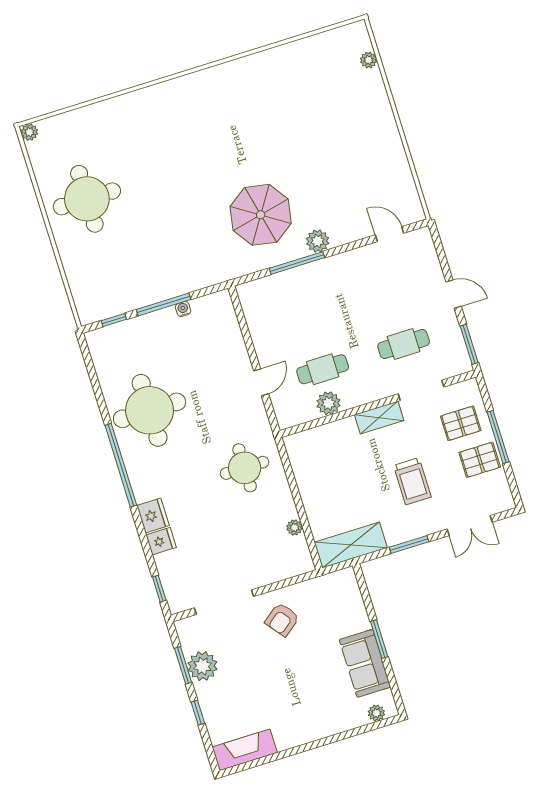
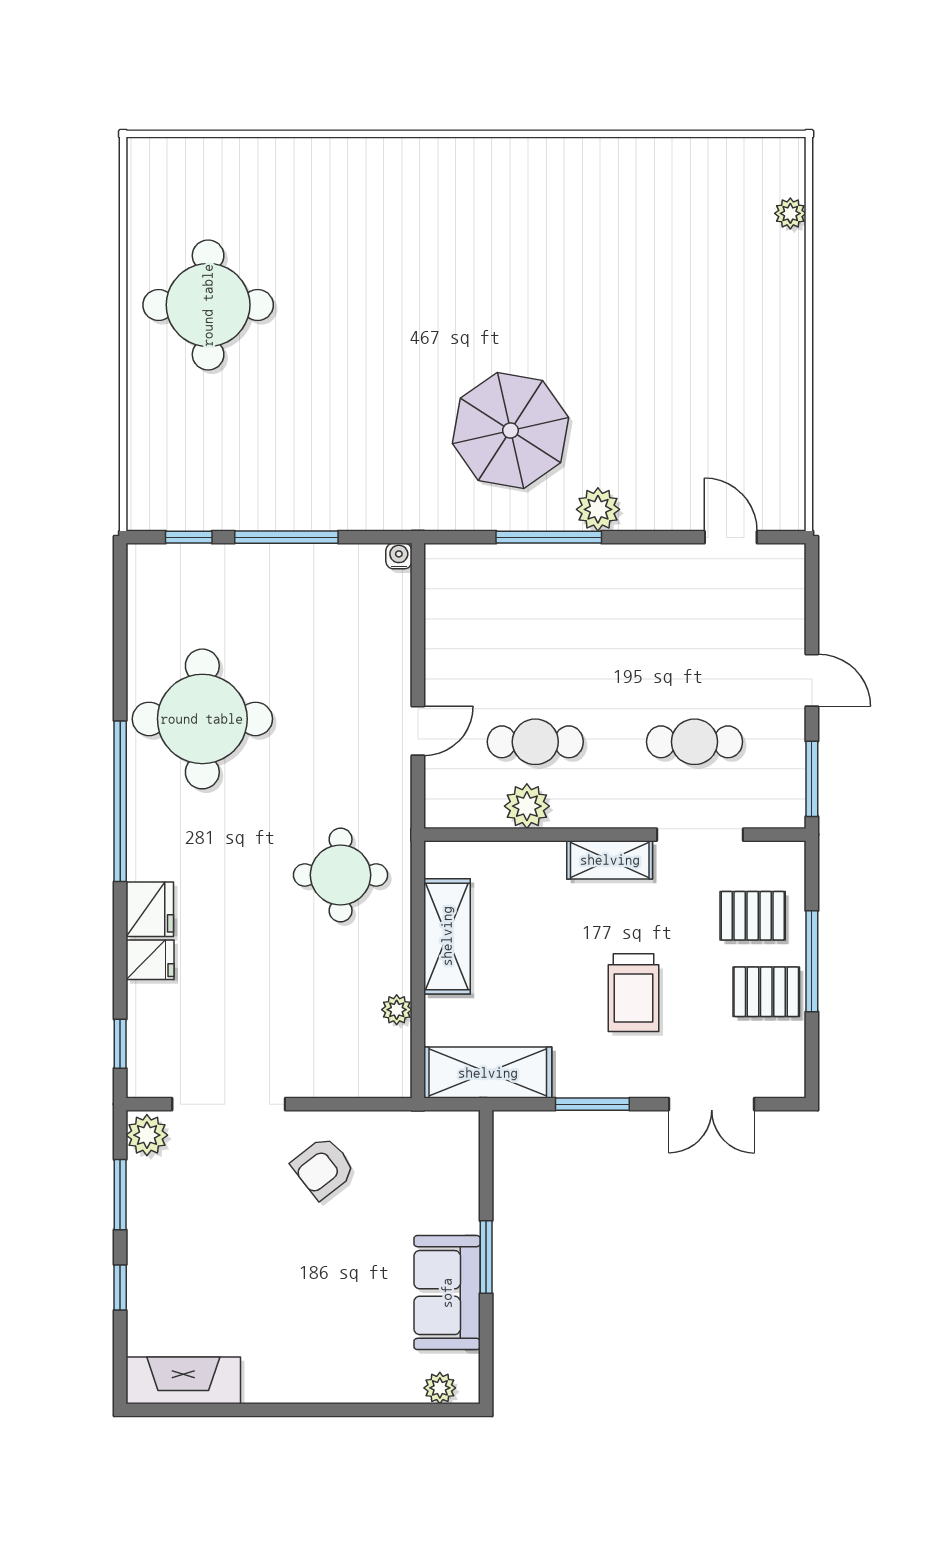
plant: (29, 132) -> (142, 153), removed
water cooler: (183, 309) -> (399, 556), moved
shelving: (308, 482) -> (447, 936), added
plant: (203, 666) -> (147, 1135), moved, width x0.73, depth x0.73

